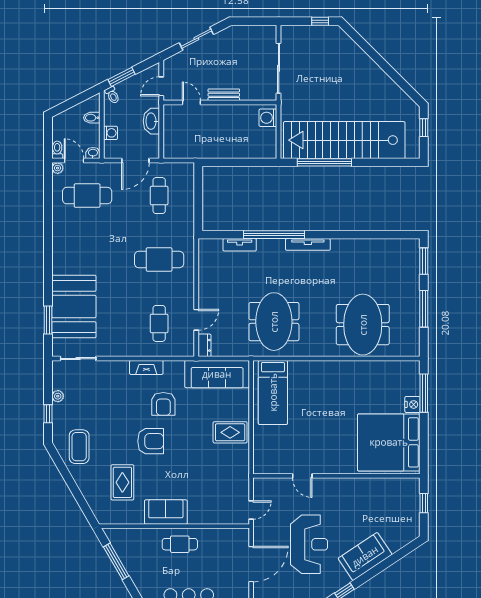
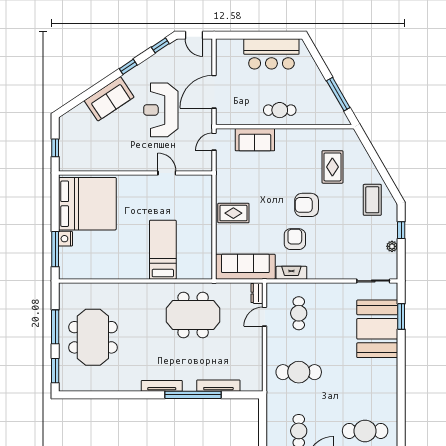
tv unit: (240, 245) -> (218, 386), width x1.41
meeting table: (274, 322) -> (193, 315), turned 90
meeting table: (363, 325) -> (93, 337), moved
fireplace: (146, 367) -> (291, 273), moved
bed: (273, 392) -> (163, 250), moved
sofa: (166, 512) -> (255, 140), moved

